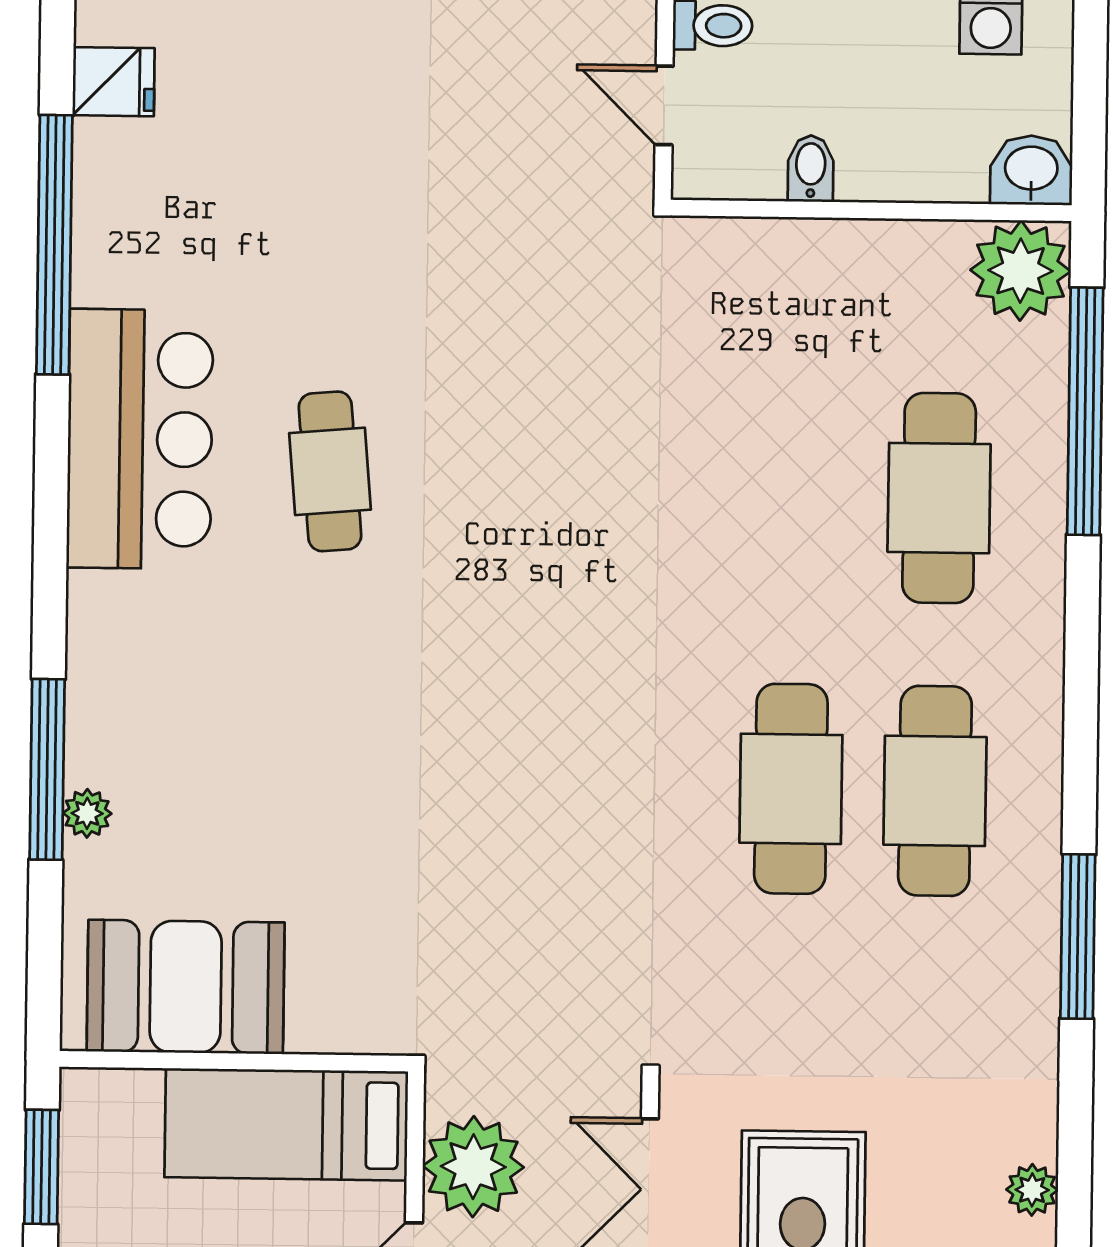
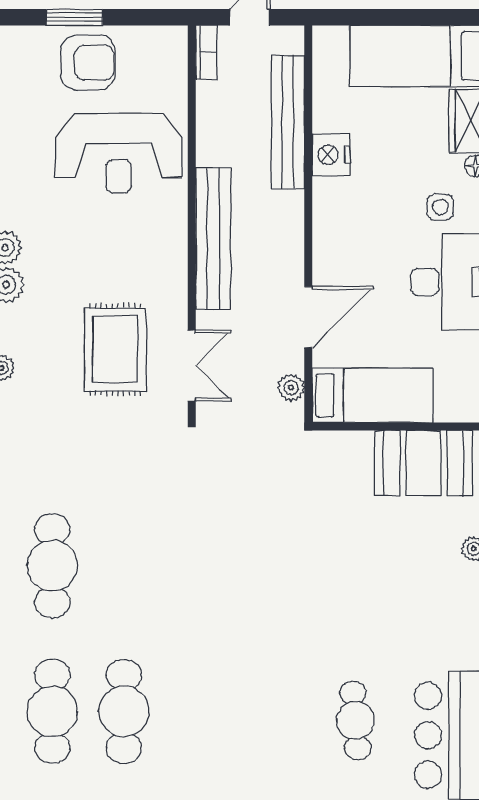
cafe table: (791, 789) -> (124, 711), moved
plant: (473, 1167) -> (291, 387), width x0.53, depth x0.53

